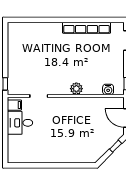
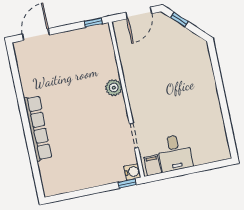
row of seats: (87, 28) -> (38, 128), moved
water cooler: (108, 89) -> (132, 172), moved

